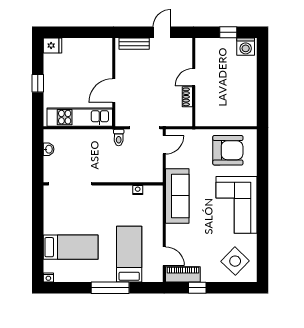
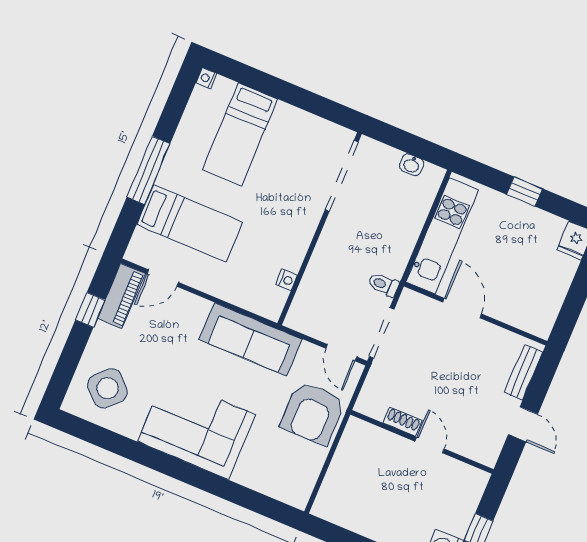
armchair: (228, 150) -> (313, 413), moved

